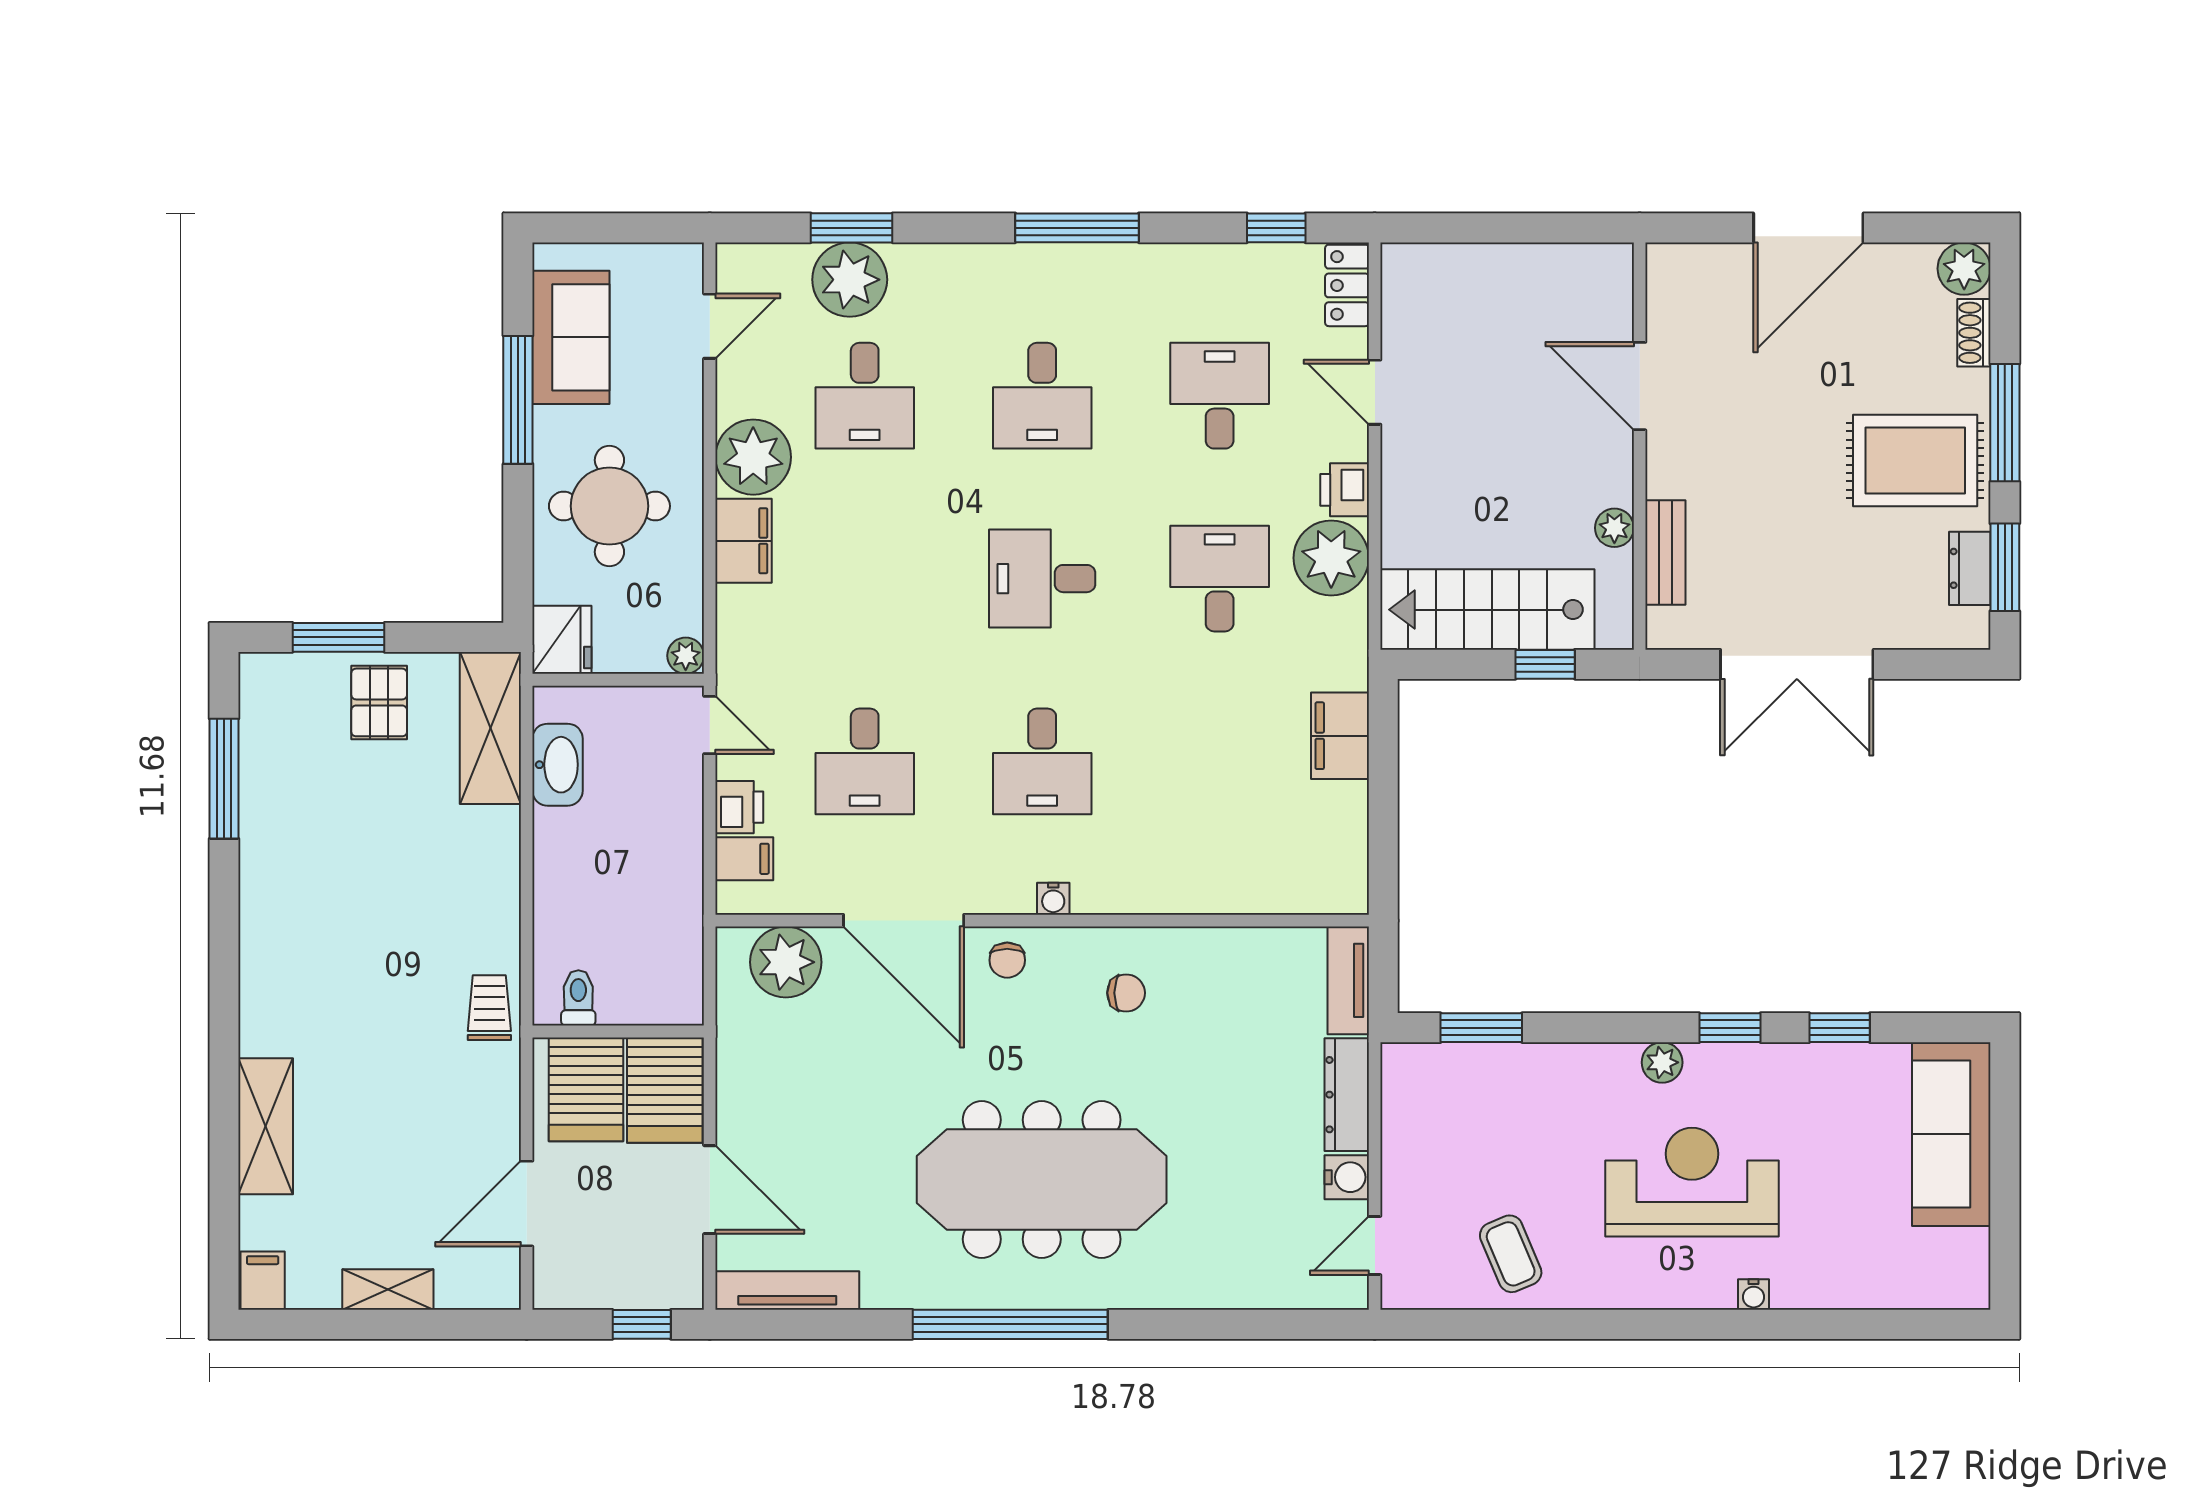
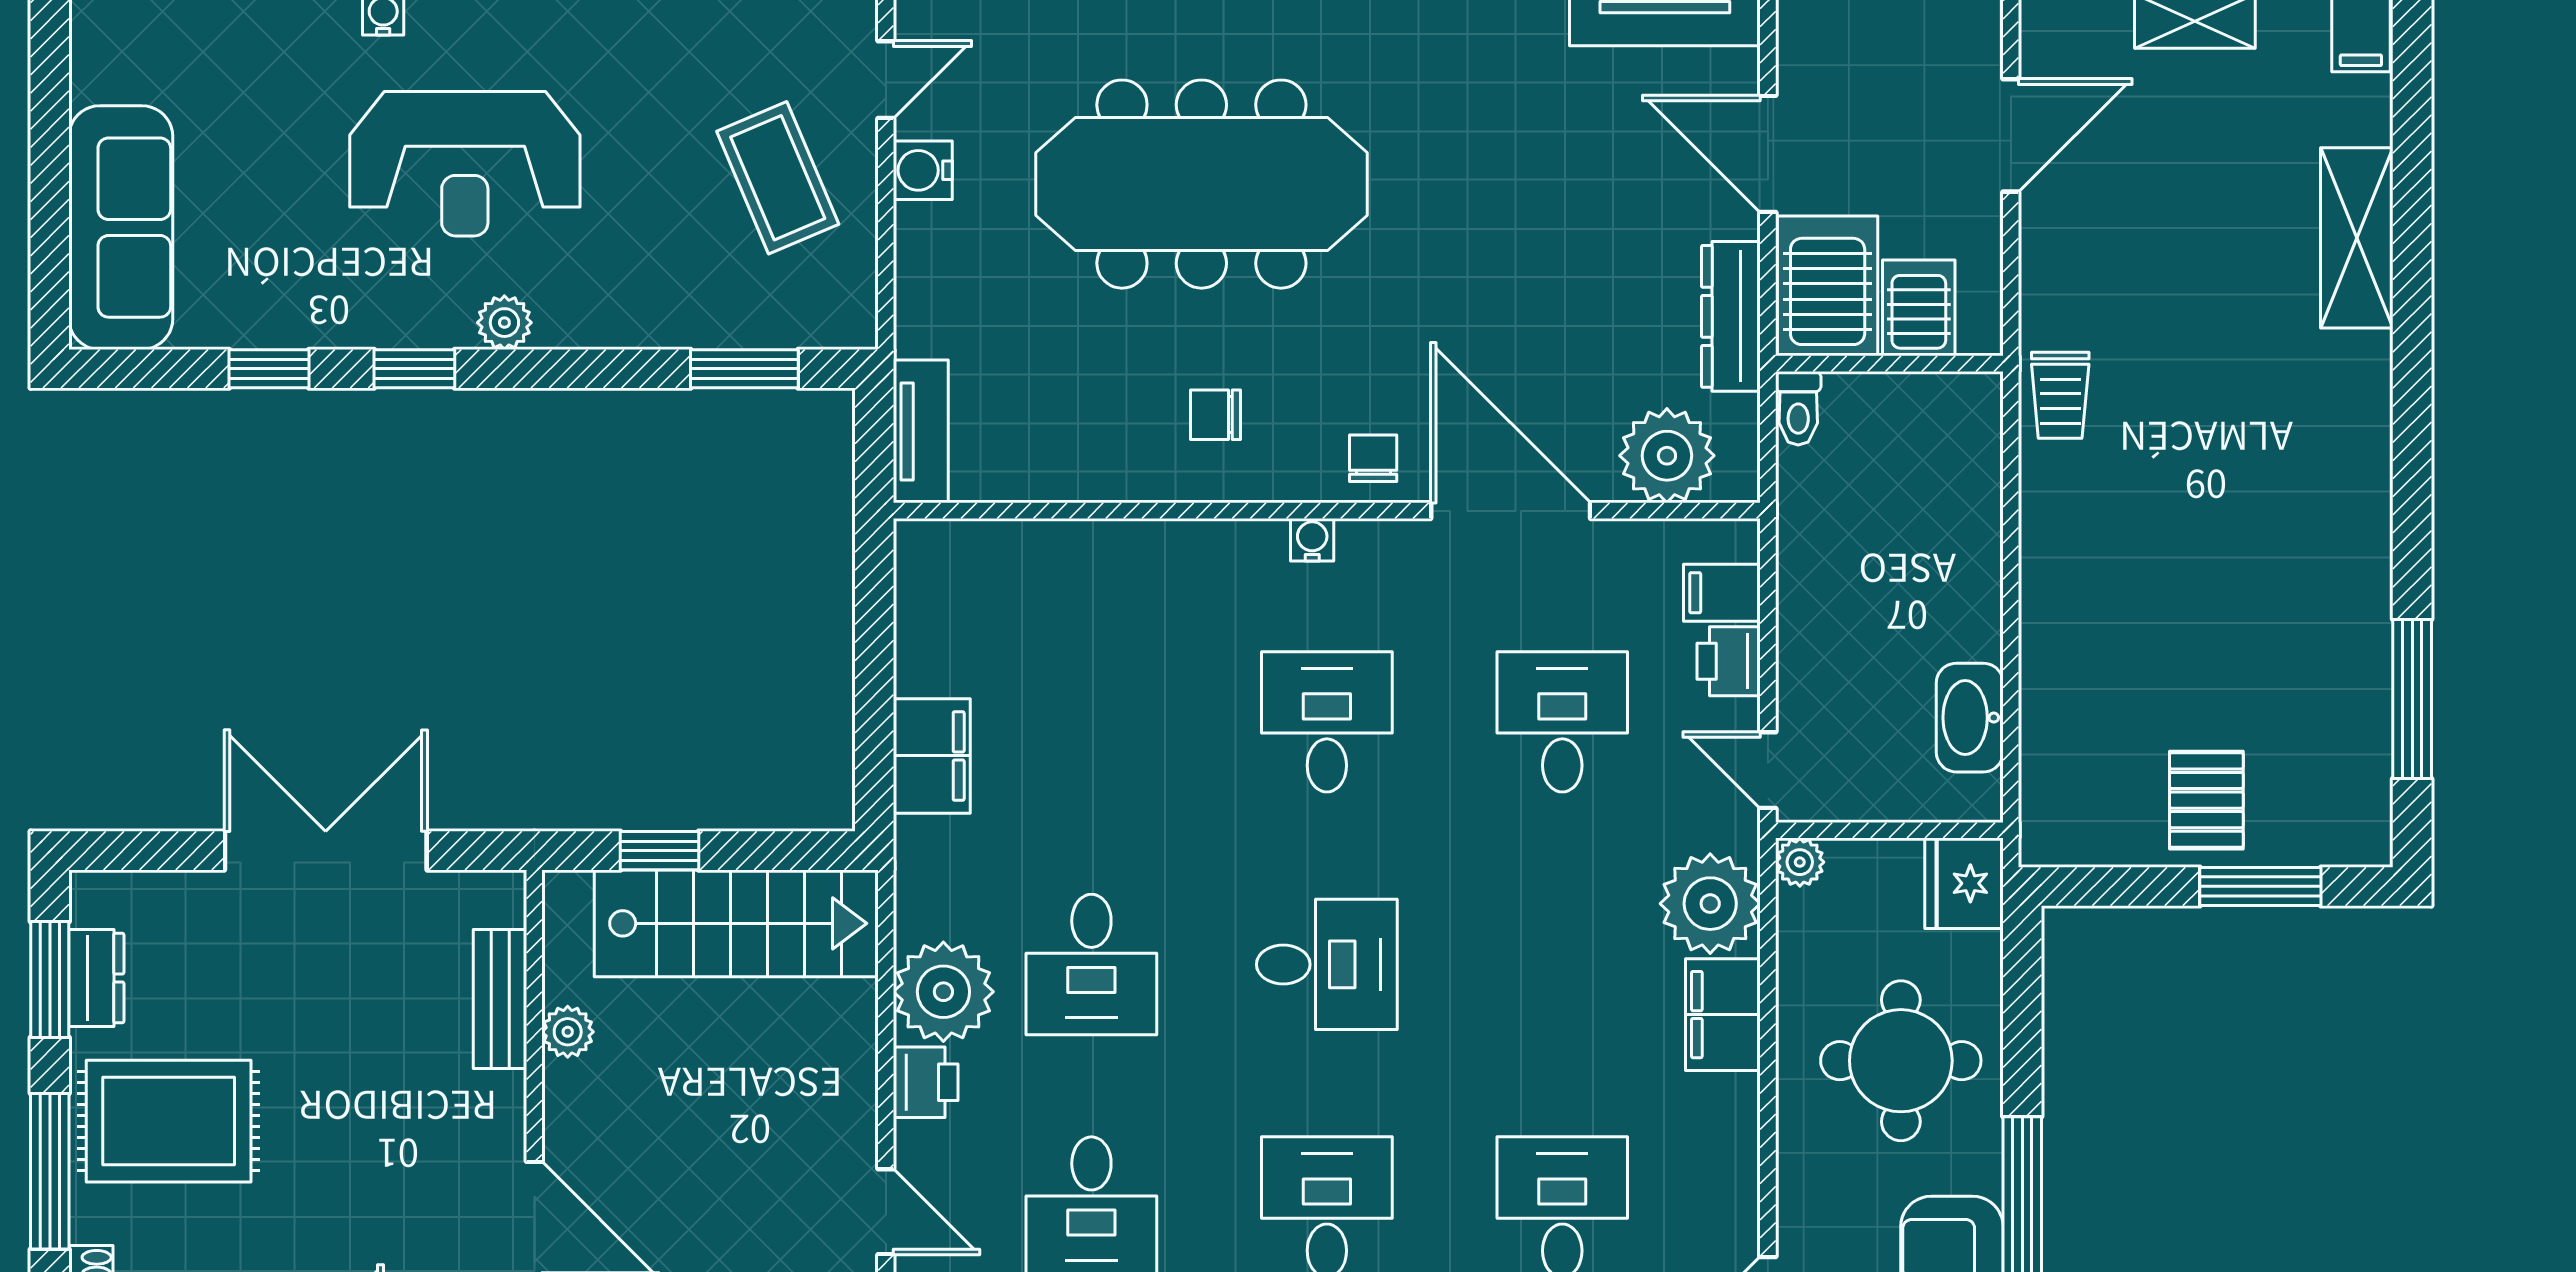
plant: (753, 457) -> (1710, 904), moved
shelving: (490, 728) -> (2059, 766), removed
toilet: (578, 998) -> (1798, 408), moved
server rack: (586, 1089) -> (1919, 308), width x0.73, depth x0.70
dresser: (1347, 1095) -> (1731, 316), moved, turned 180
meeting table: (1042, 1180) -> (1201, 184), moved
coffee table: (1511, 1254) -> (778, 178), moved, width x1.36, depth x1.30

